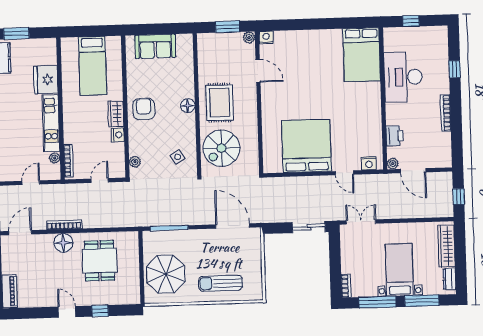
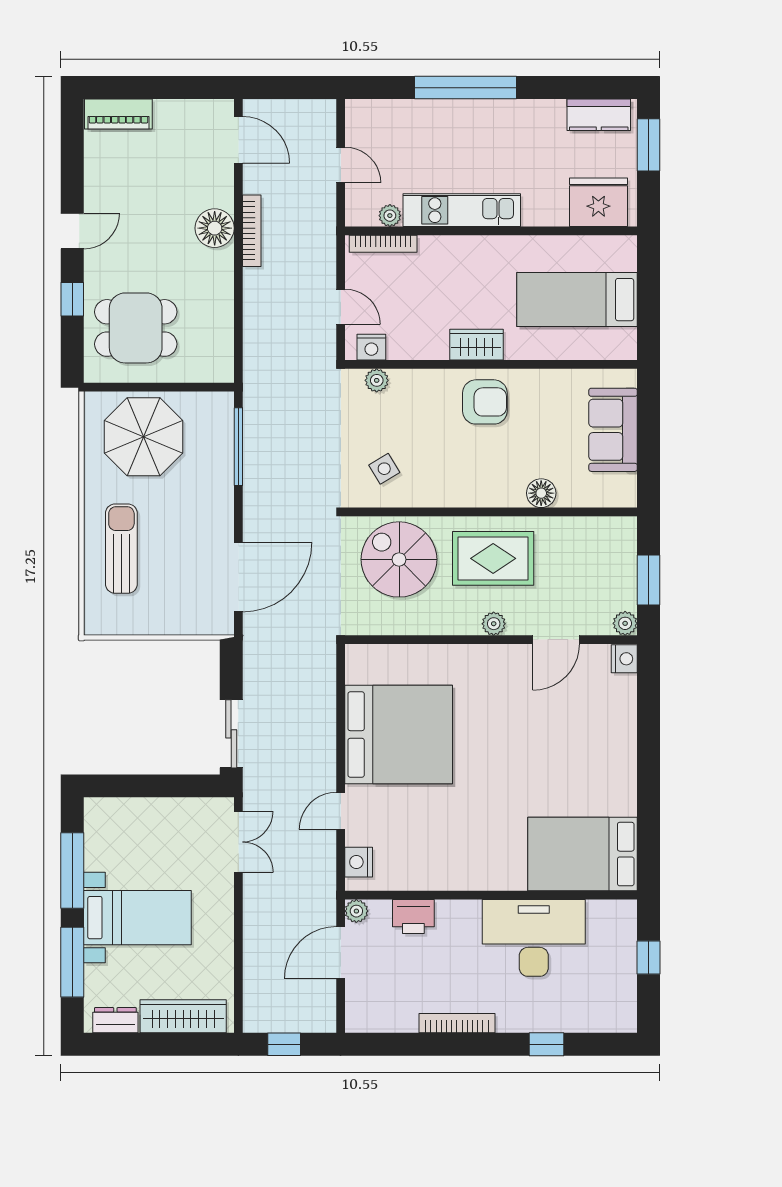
fridge: (46, 80) -> (598, 202), moved
plant: (251, 101) -> (494, 624), added
floor lamp: (188, 106) -> (541, 493), moved
nightstand: (118, 135) -> (371, 347), moved
dining table: (100, 261) -> (136, 328), moved
bookcase: (346, 286) -> (108, 807), removed

